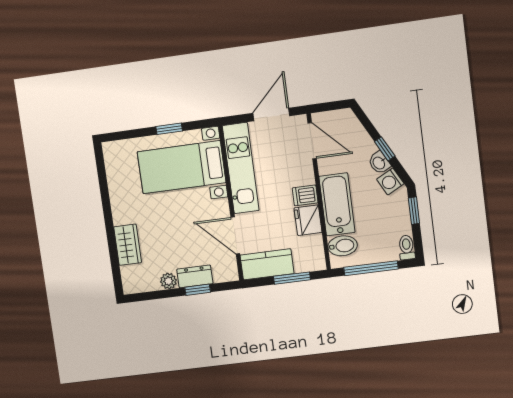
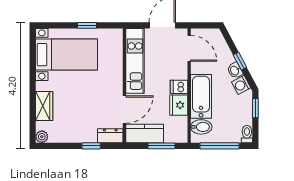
bed with nightstands: (182, 167) -> (66, 55), moved, turned 180
door: (235, 236) -> (124, 109), swing flipped
dresser: (195, 276) -> (110, 136), moved
plant: (168, 281) -> (42, 137), moved

